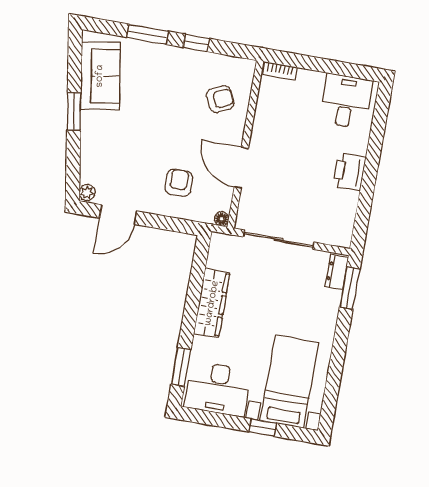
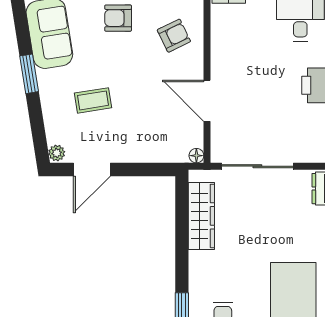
coffee table: (131, 148) -> (93, 100), added
armchair: (179, 183) -> (118, 18), moved, turned -90
wardrobe: (212, 303) -> (201, 216), moved

